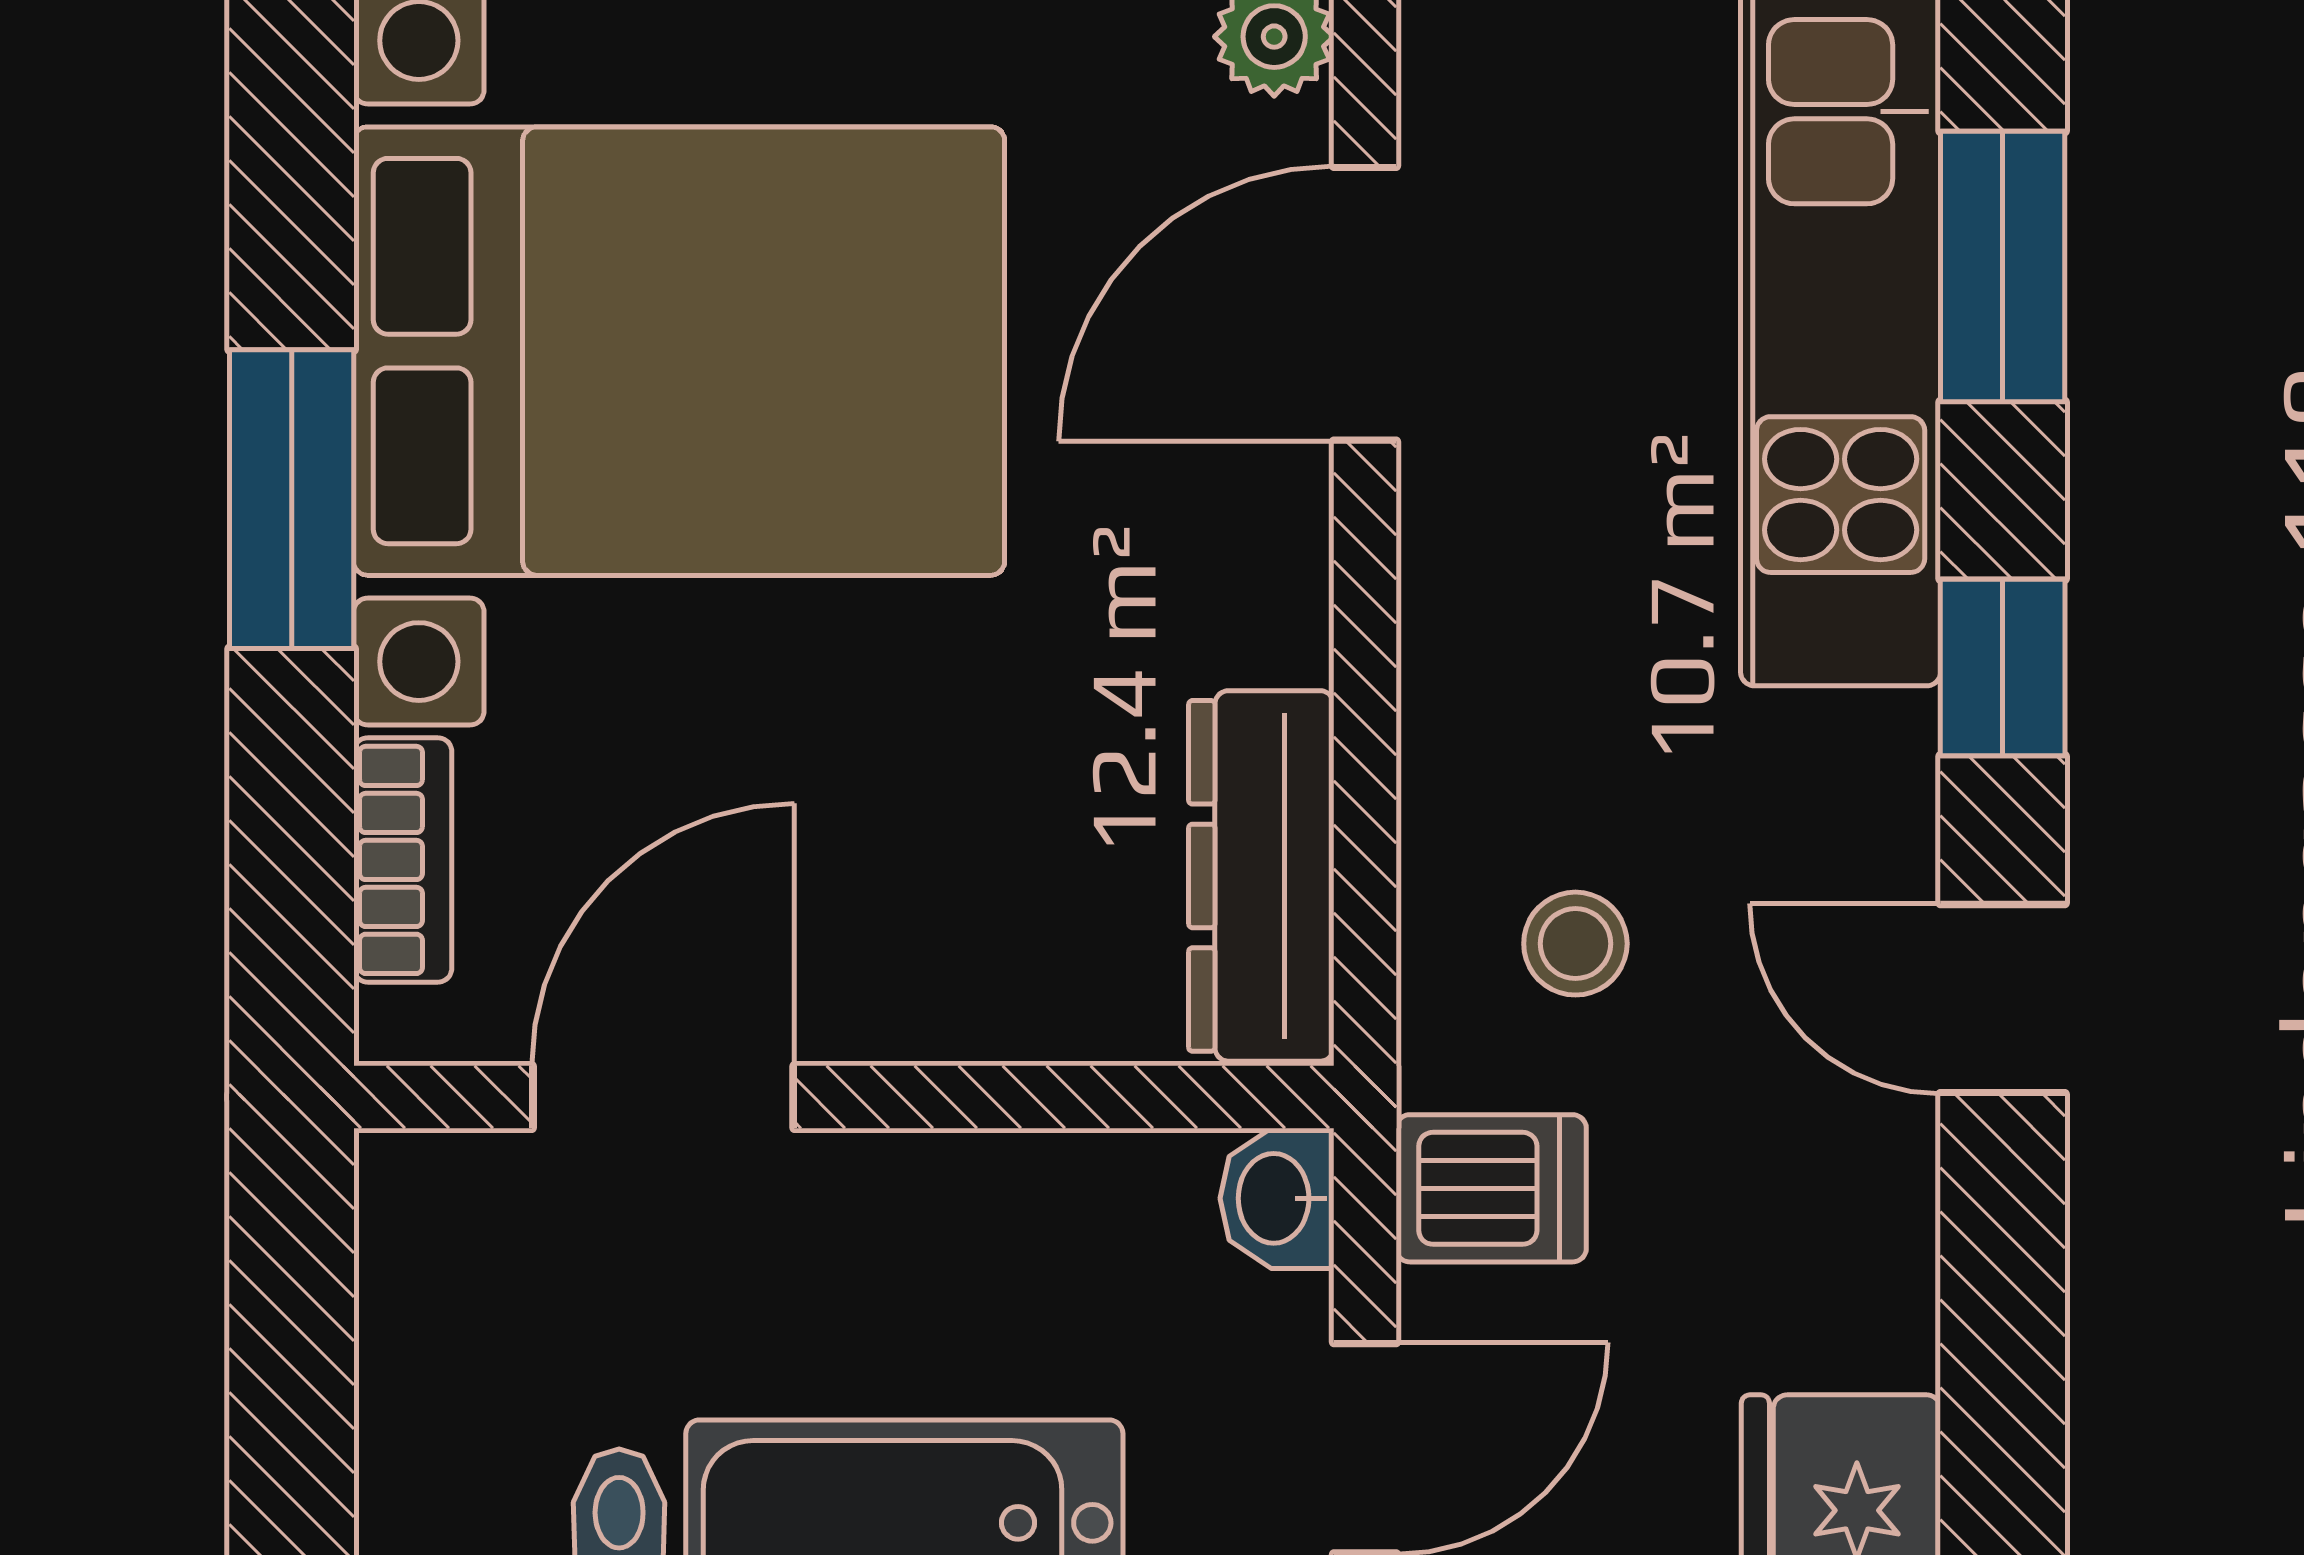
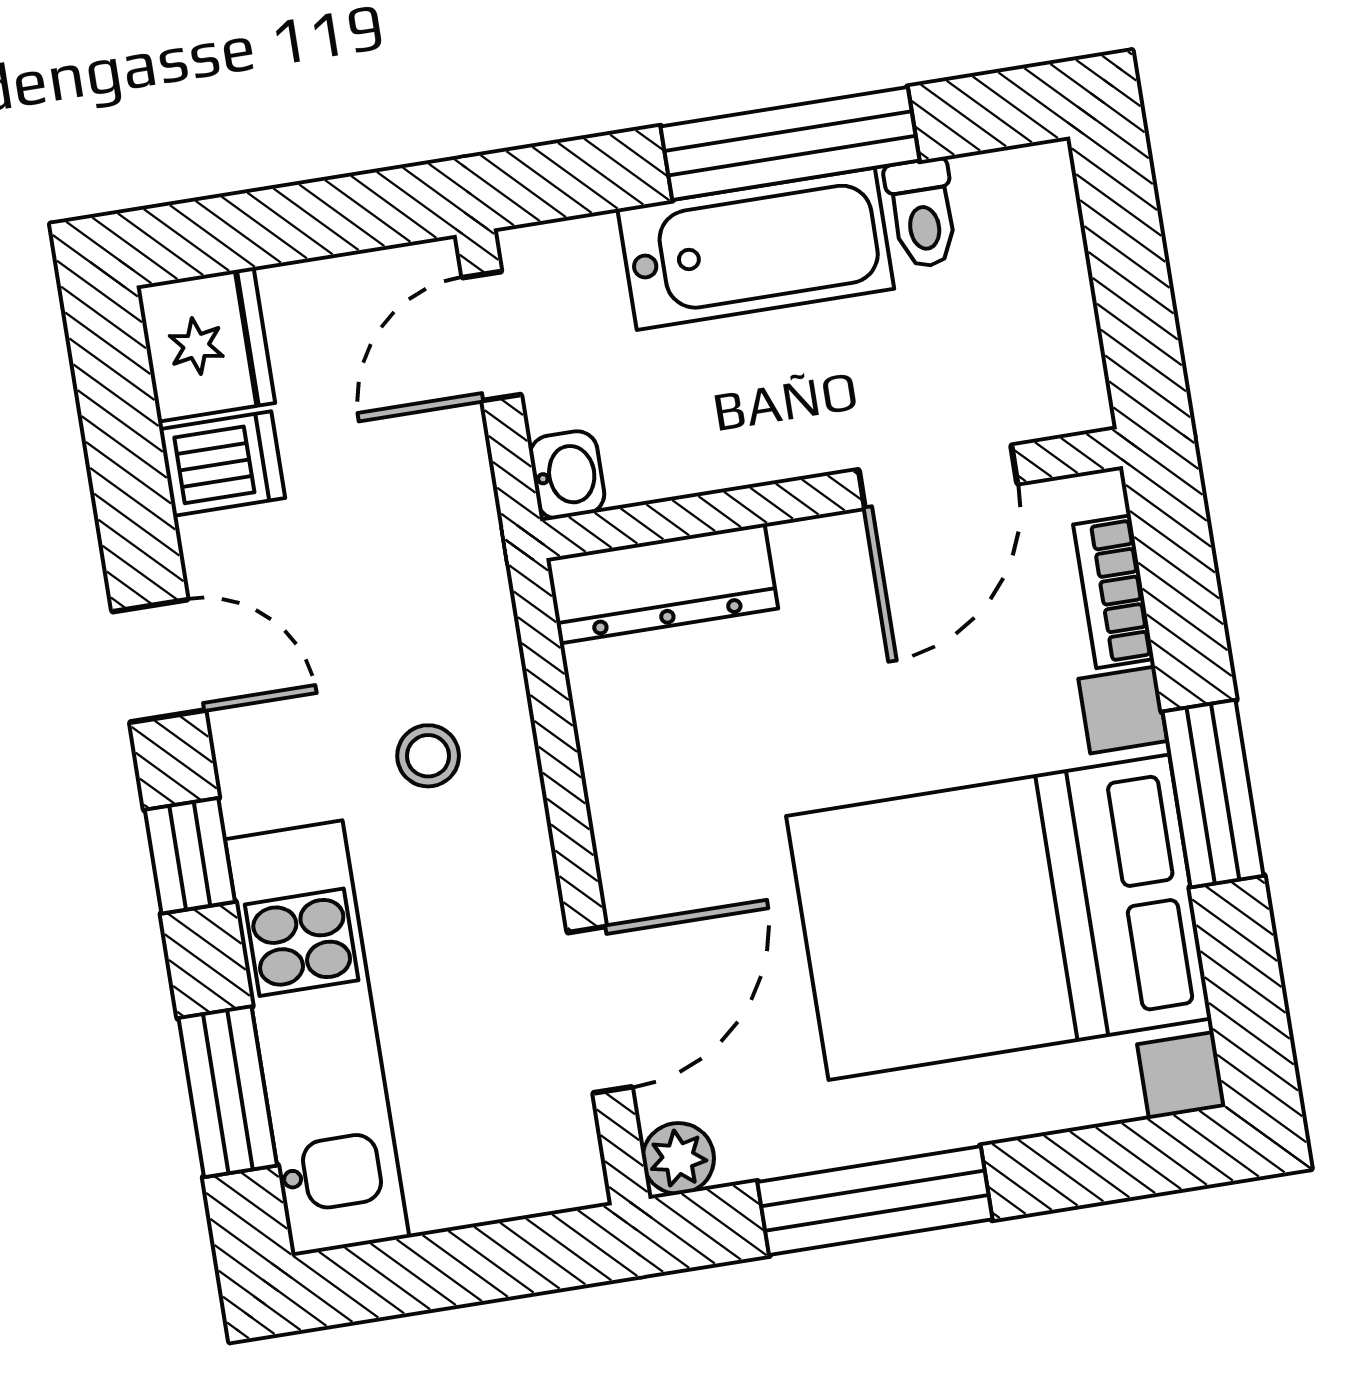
dresser: (1261, 876) -> (662, 583), moved, turned 90
stool: (1575, 944) -> (428, 756), moved
dishwasher: (1491, 1188) -> (222, 464), moved, turned 180

